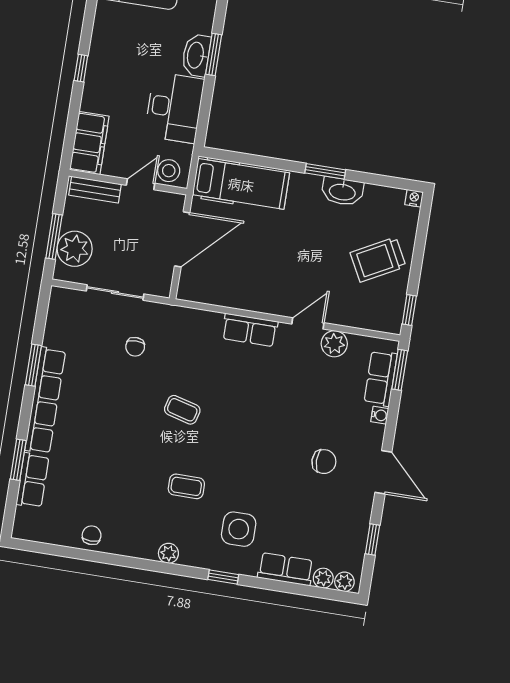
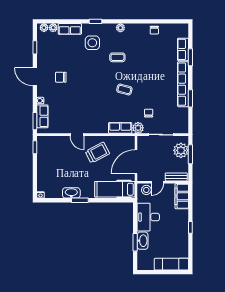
trolley: (378, 260) -> (97, 153), moved
door: (308, 323) -> (77, 135), hinge flipped
row of seats: (250, 330) -> (120, 128), moved
plant: (334, 344) -> (138, 128), moved

